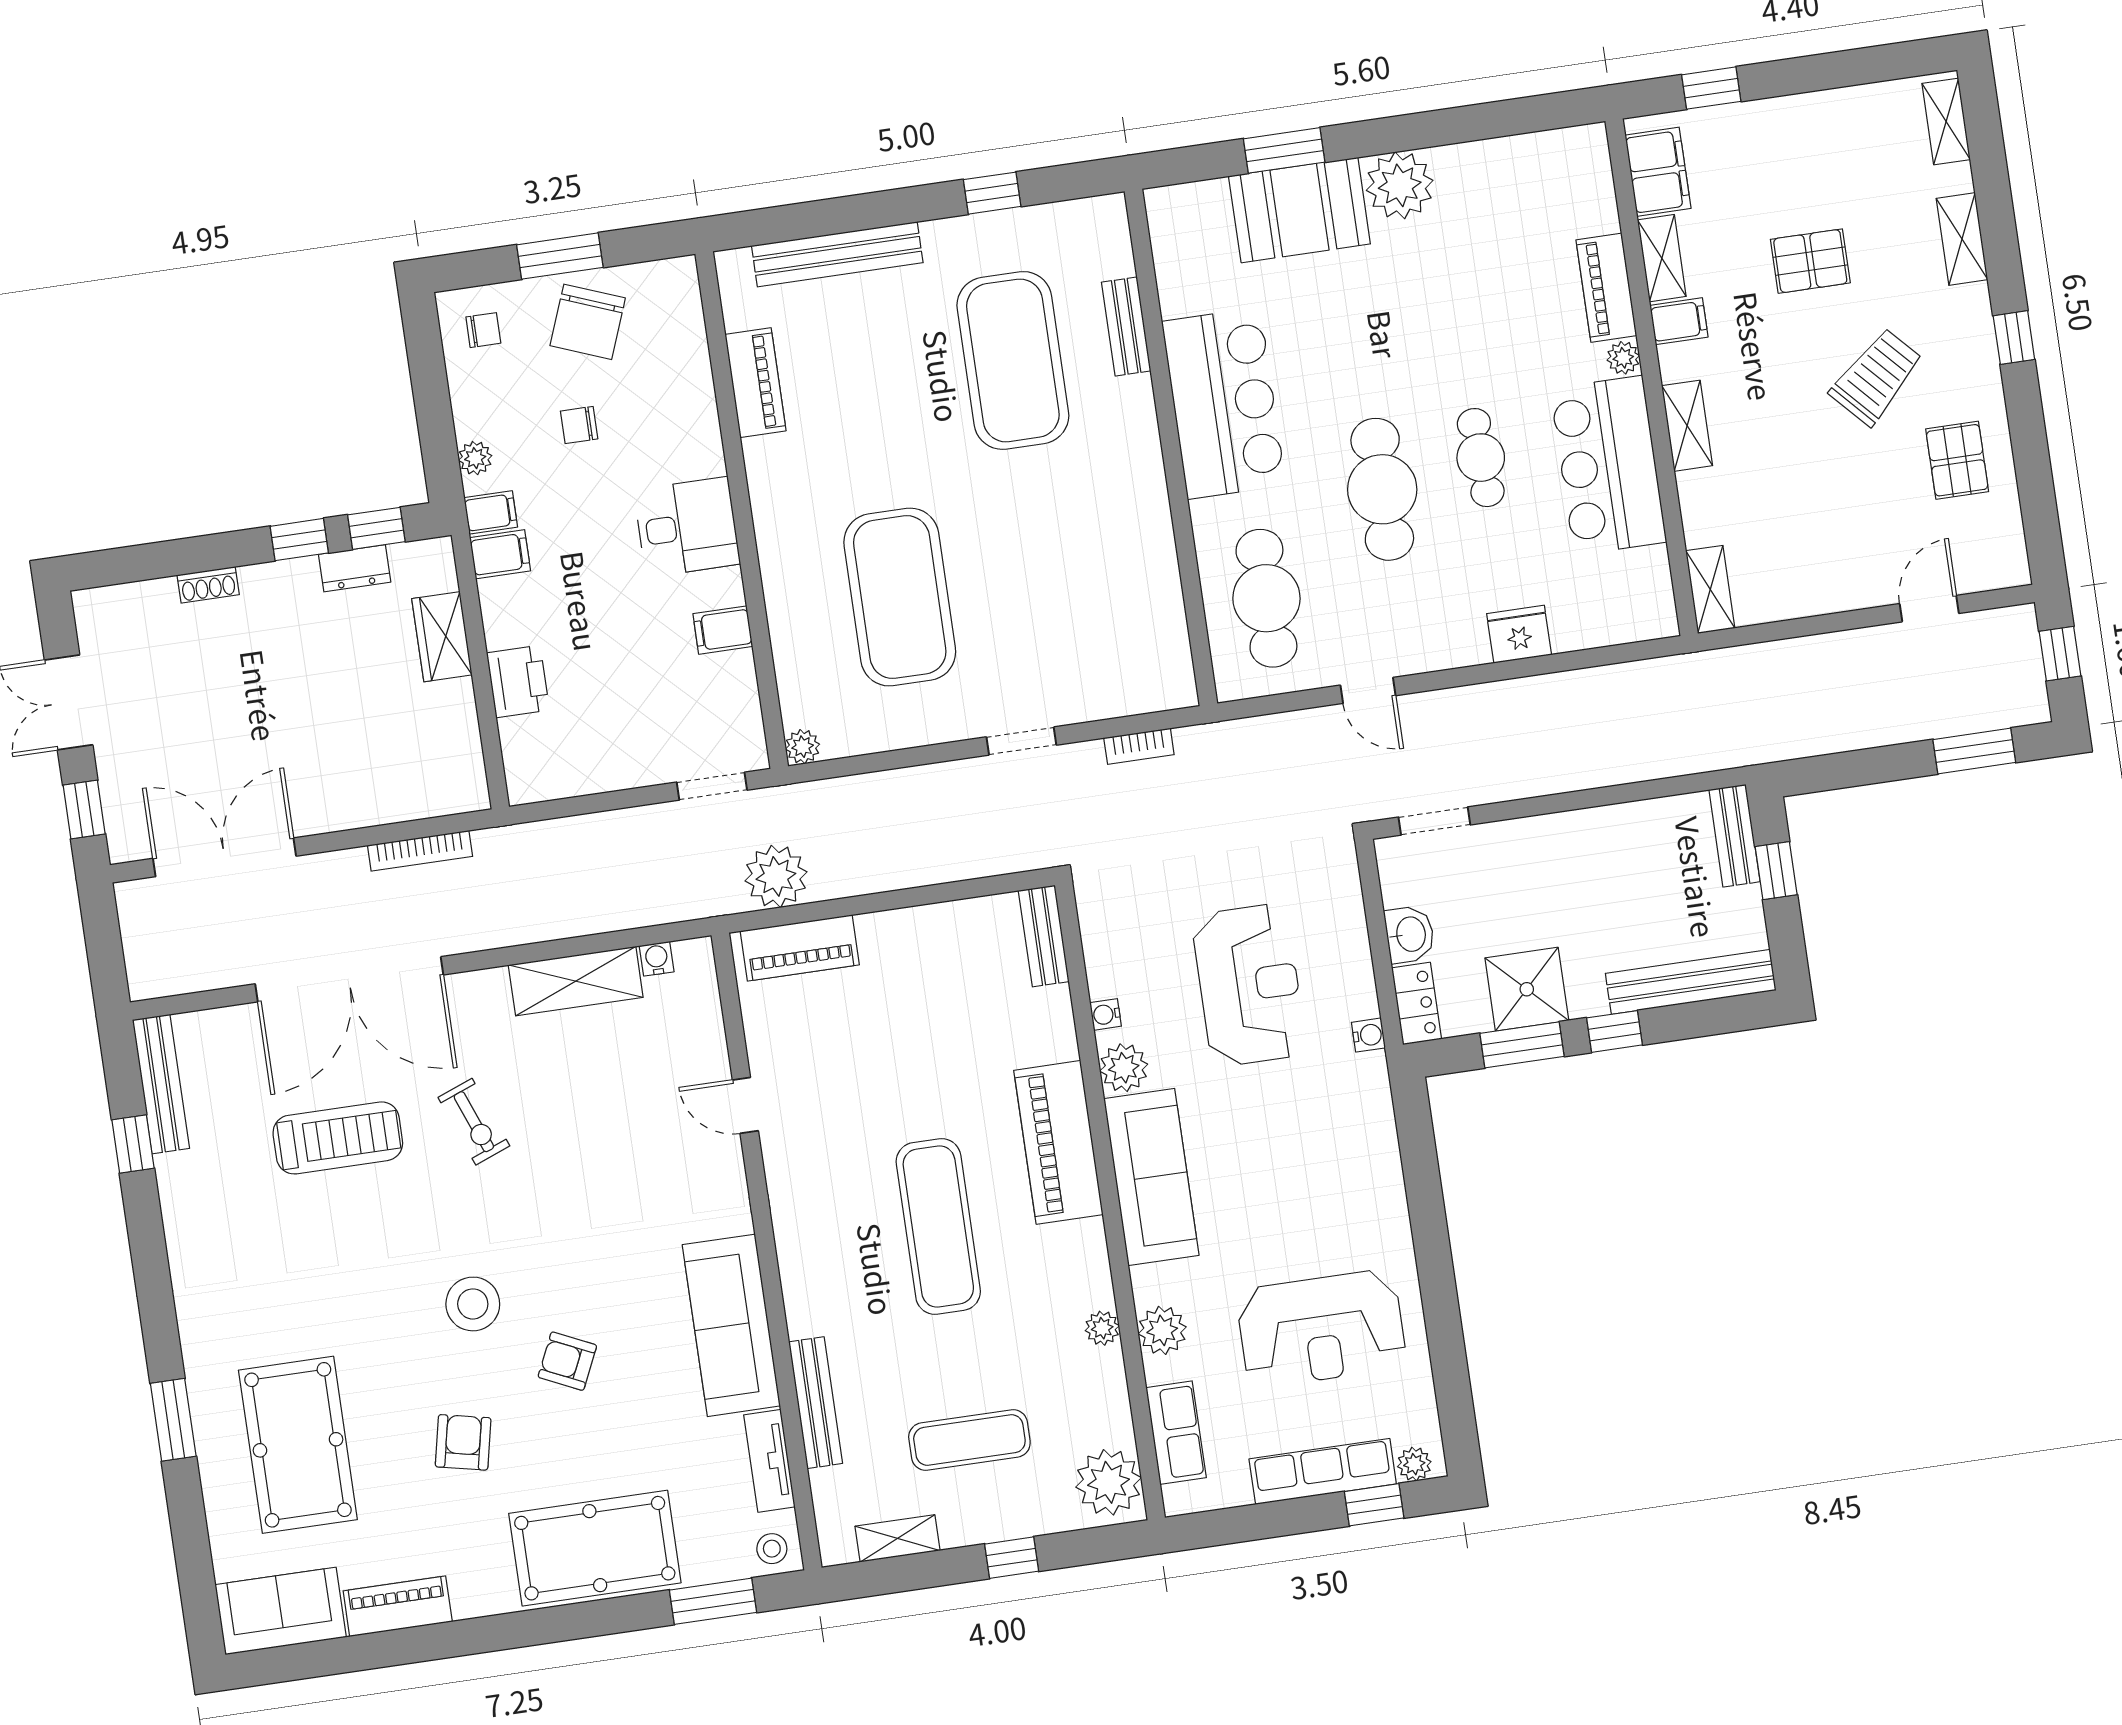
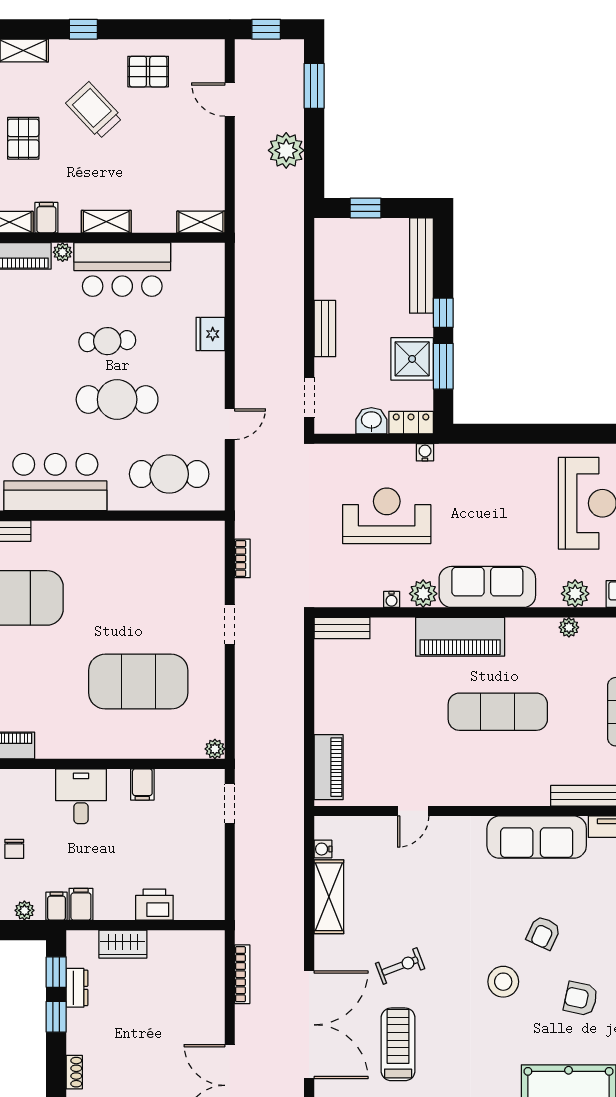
bench: (1734, 836) -> (325, 329), moved, turned 90
plant: (776, 876) -> (286, 150), moved

